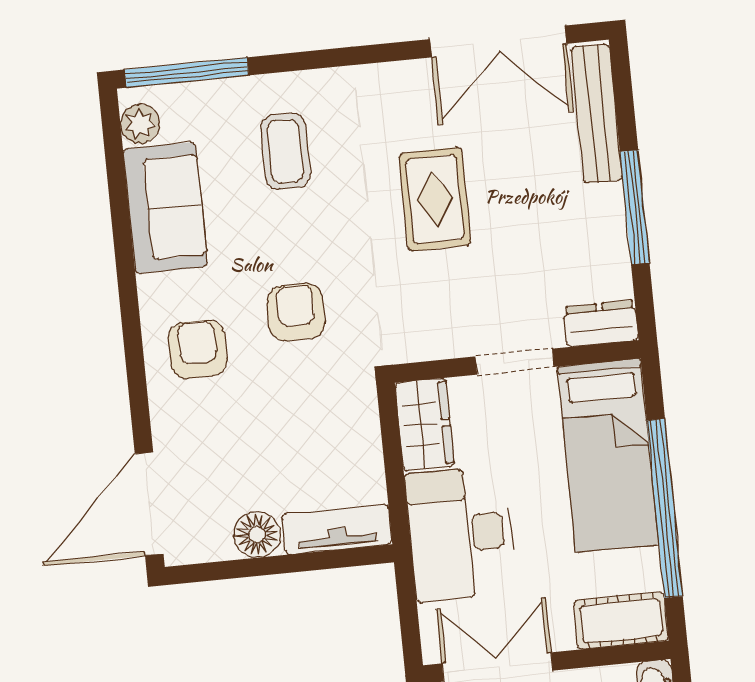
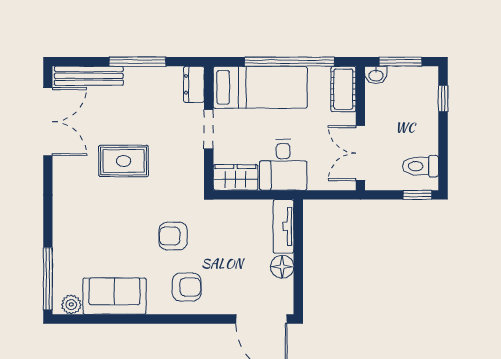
coffee table: (285, 151) -> (92, 233), removed
armchair: (198, 349) -> (187, 287), turned 180
desk: (461, 534) -> (283, 165), width x0.73

